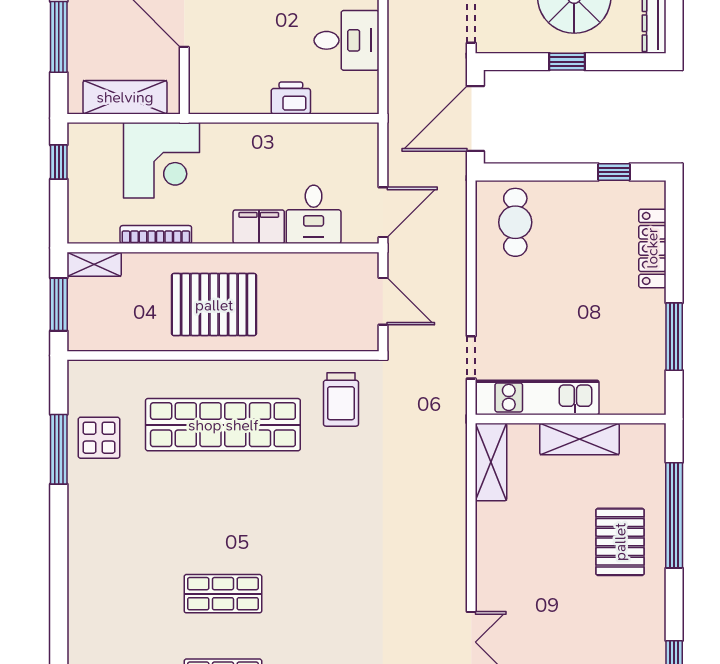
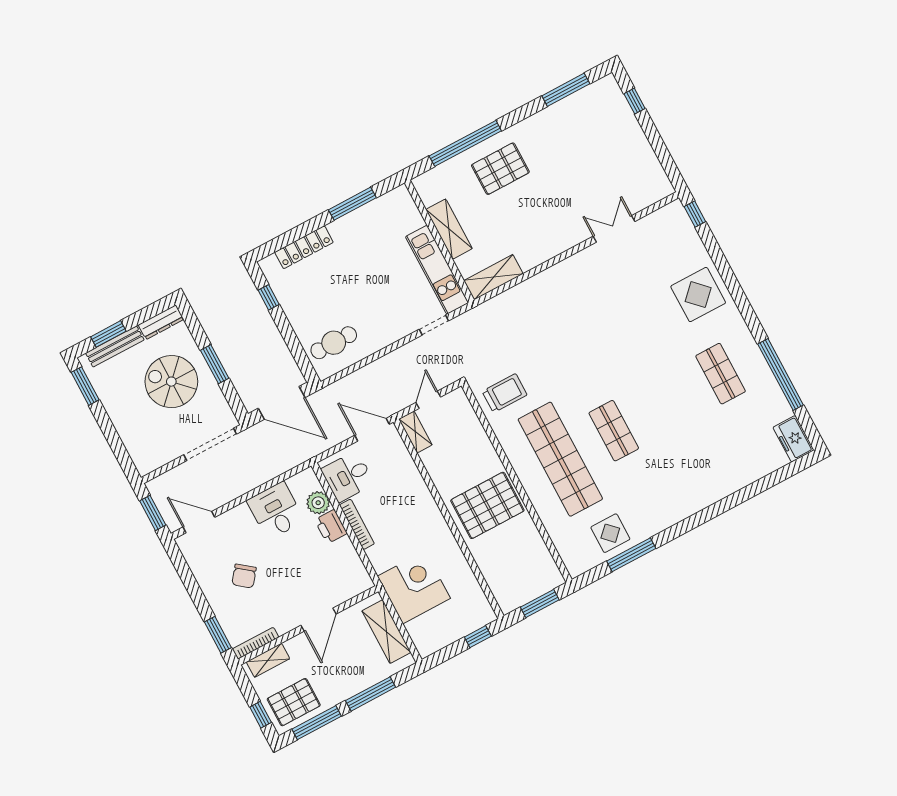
window: (567, 62) -> (215, 364), width x1.50
plant: (329, 98) -> (318, 503), added
window: (59, 162) -> (478, 637), moved
desk: (314, 214) -> (348, 476), moved, turned 180
filing cabinet: (259, 227) -> (423, 503), removed
bookcase: (156, 235) -> (357, 524), moved, turned 180
shelving: (94, 264) -> (415, 432), moved
door: (383, 301) -> (428, 400), width x0.73
pallet: (214, 305) -> (487, 505), turned 90
shop shelf: (223, 594) -> (614, 431), moved

